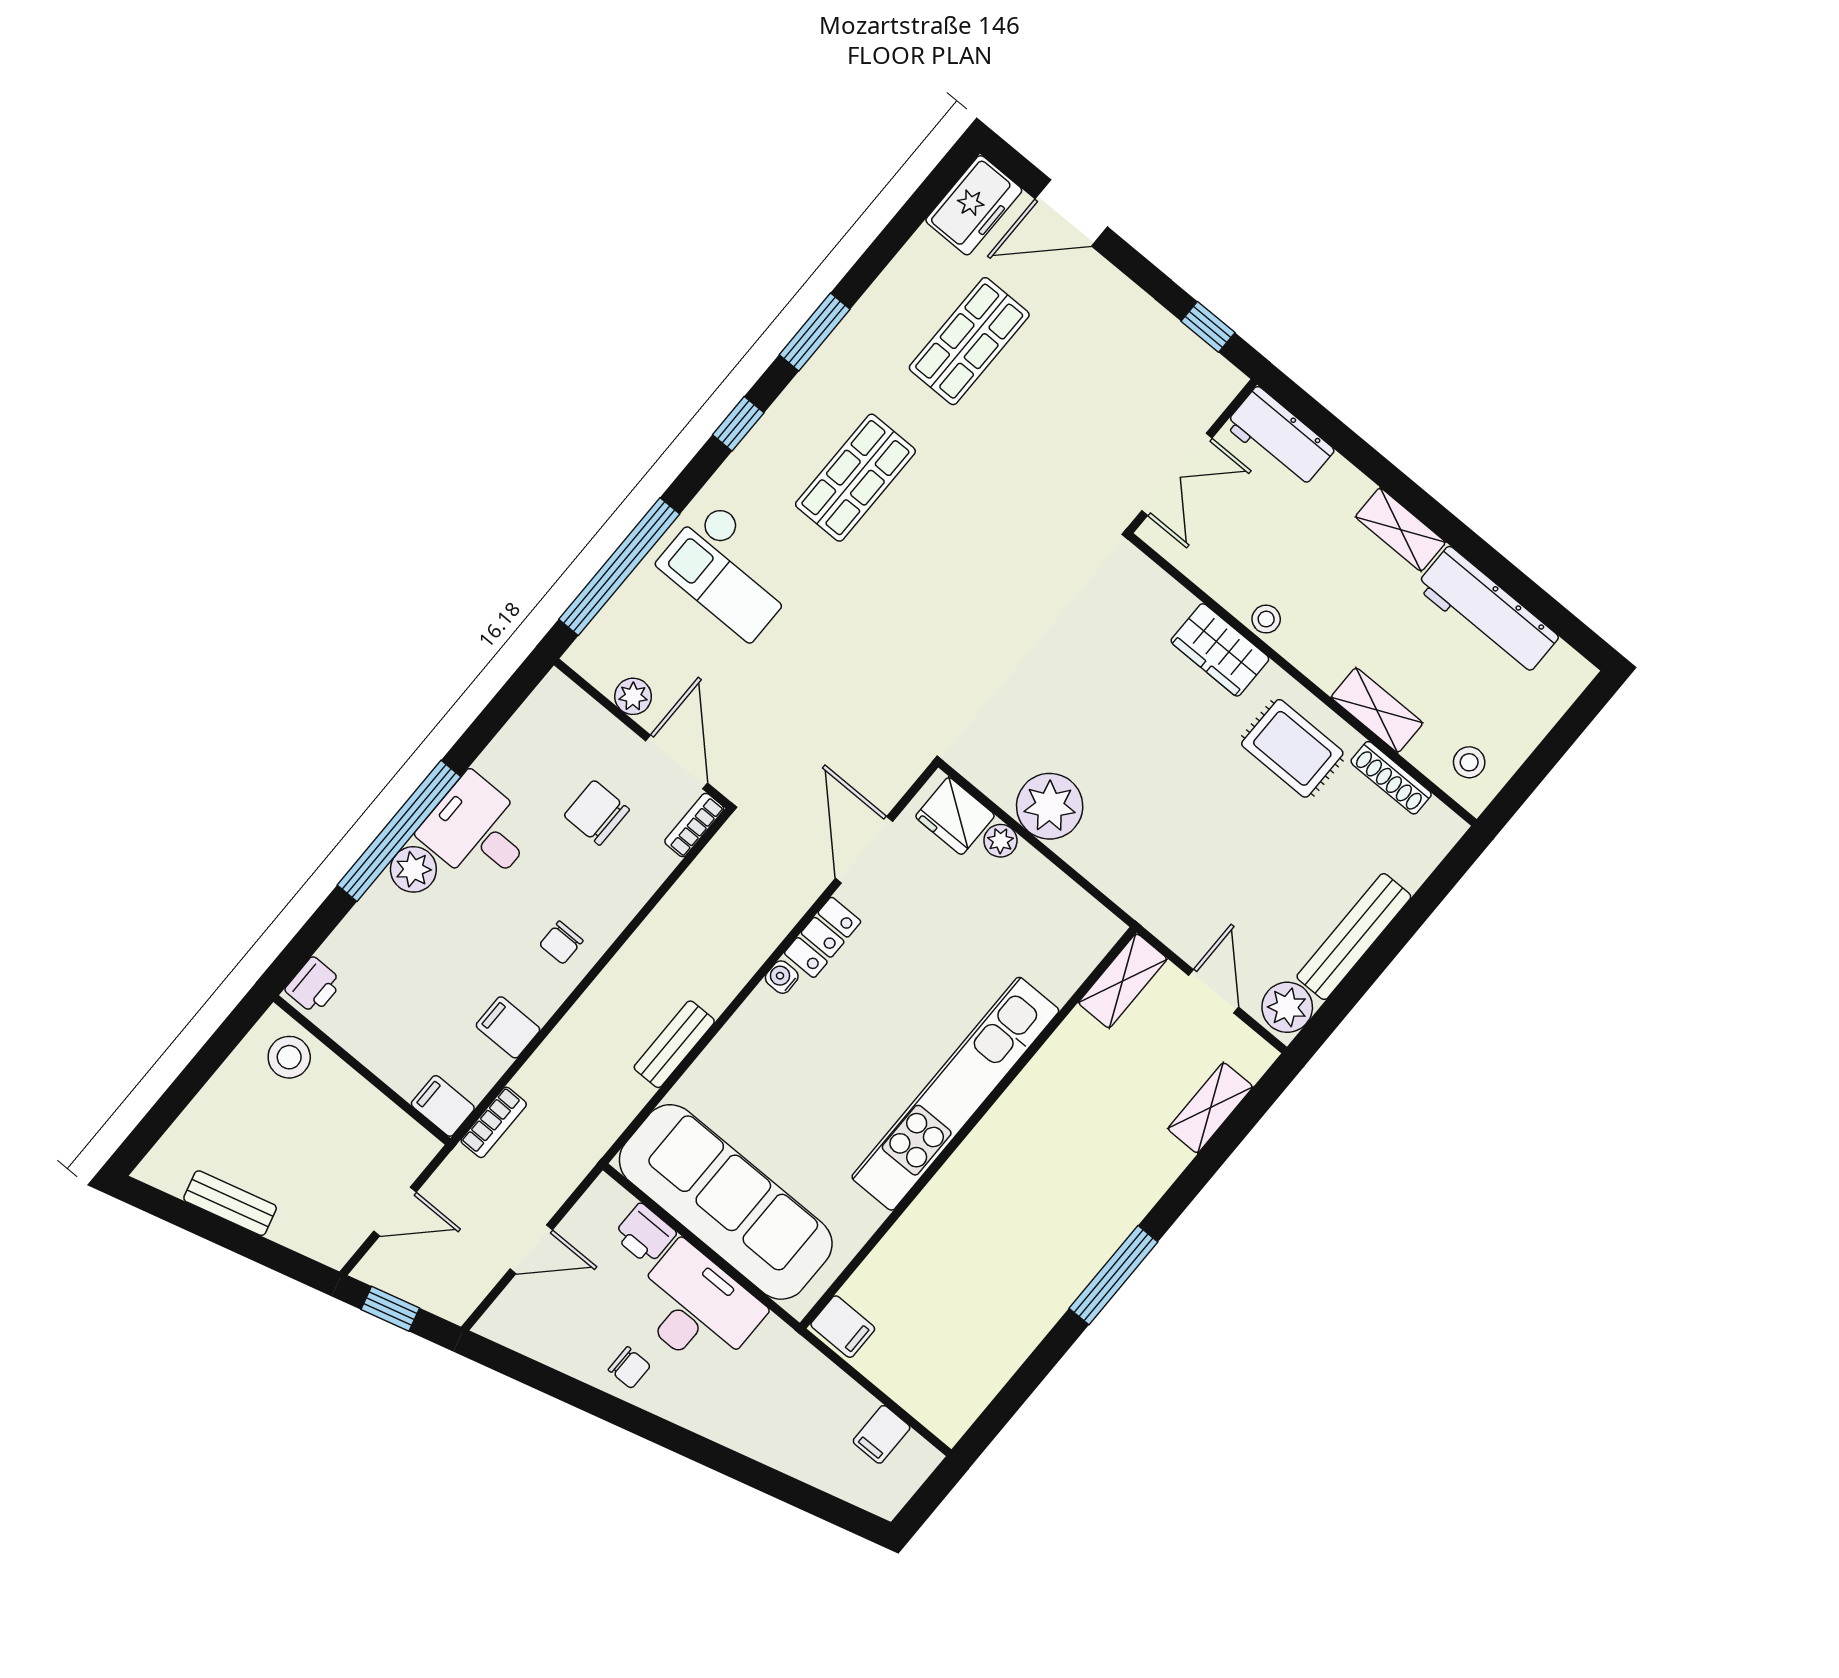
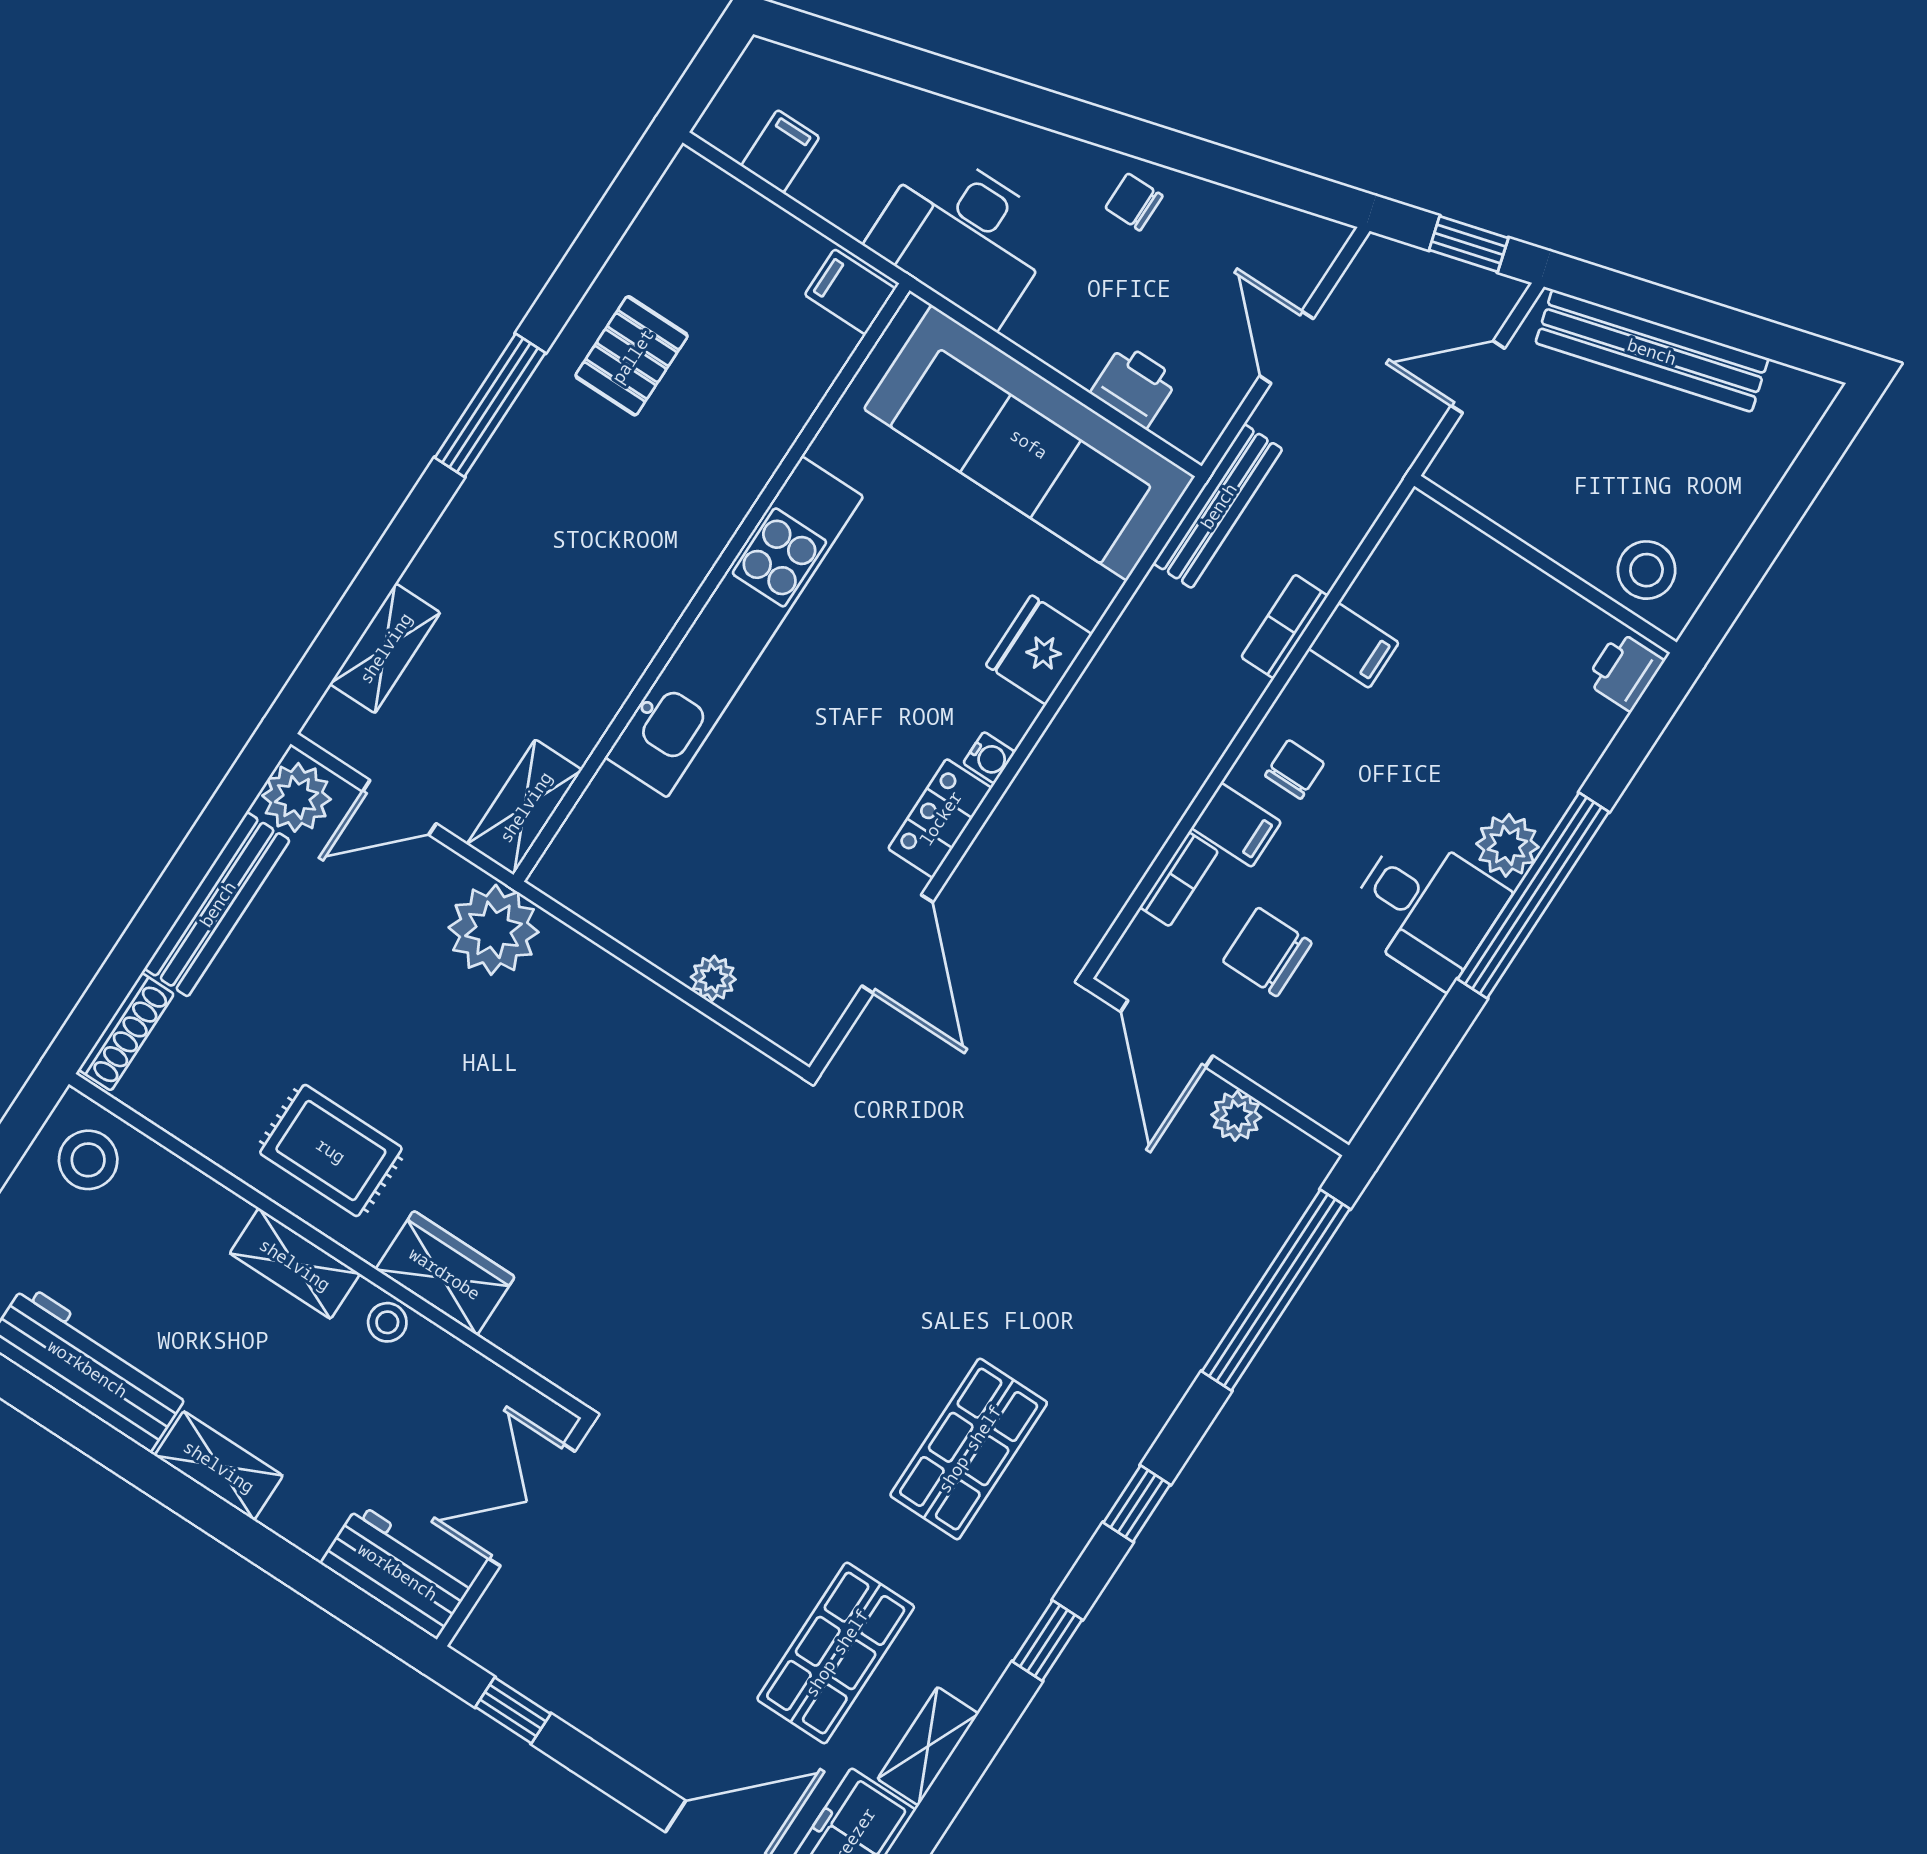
shelving: (910, 266) -> (928, 1746), added
window: (815, 332) -> (1047, 1641), width x0.67
checkout: (730, 571) -> (1124, 1302), removed
shelving: (1377, 710) -> (295, 1264), moved
stool: (1469, 762) -> (88, 1160), width x1.37, depth x1.37
shoe rack: (1391, 778) -> (126, 1032), moved, turned 90
plant: (1050, 806) -> (494, 930), moved
chair: (597, 813) -> (1267, 952), turned 180
fridge: (955, 816) -> (1039, 650), moved, turned -90
bookcase: (694, 825) -> (1179, 879), moved
door: (1213, 991) -> (399, 808), hinge flipped
bench: (674, 1044) -> (1218, 506), moved, width x1.36
filing cabinet: (443, 1106) -> (1236, 825), moved
bookcase: (494, 1122) -> (1284, 626), moved
bench: (230, 1203) -> (1652, 351), width x1.86, depth x1.21
door: (531, 1249) -> (1286, 347), hinge flipped
pallet: (1007, 1299) -> (632, 356), added
desk: (696, 1308) -> (964, 236), moved

